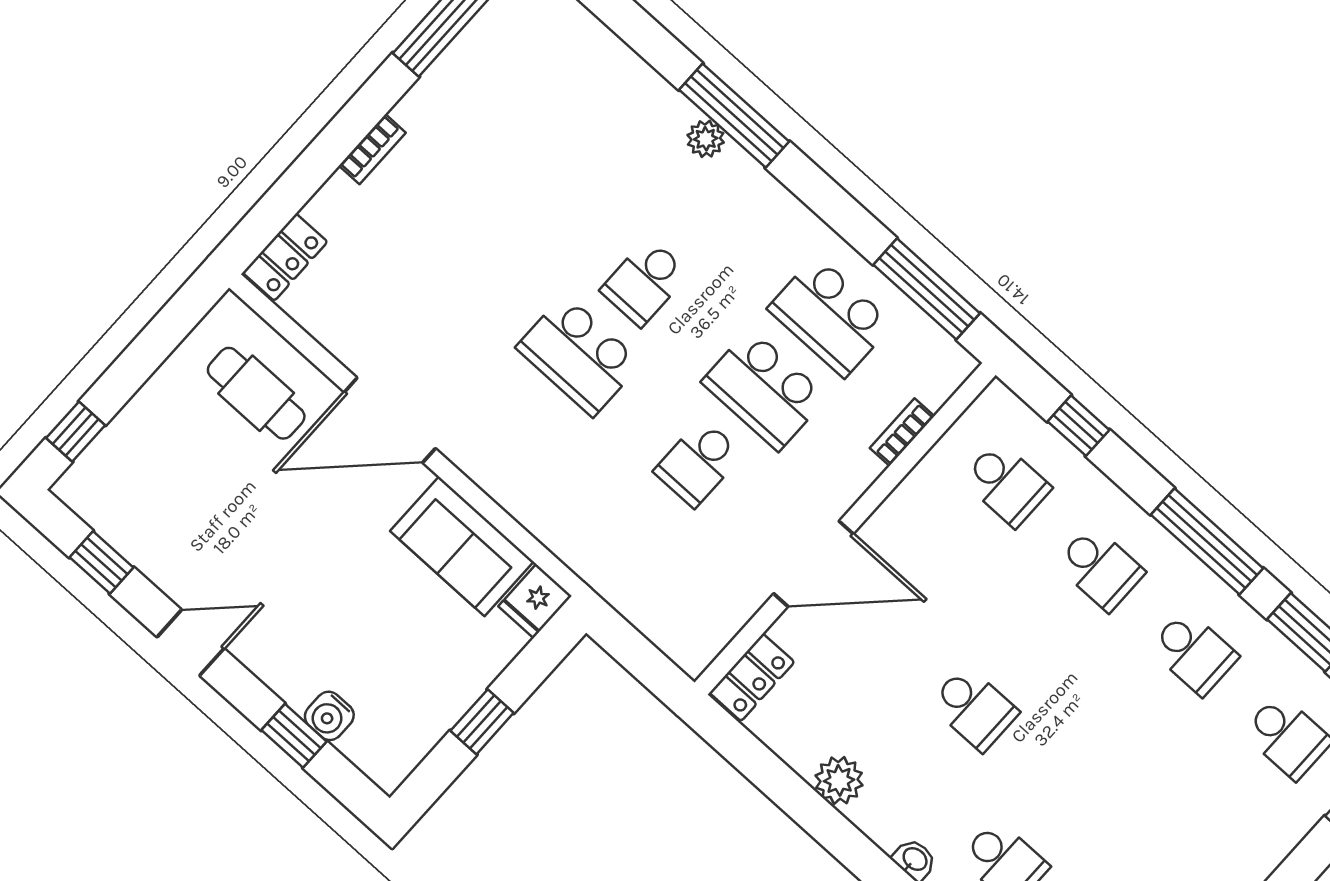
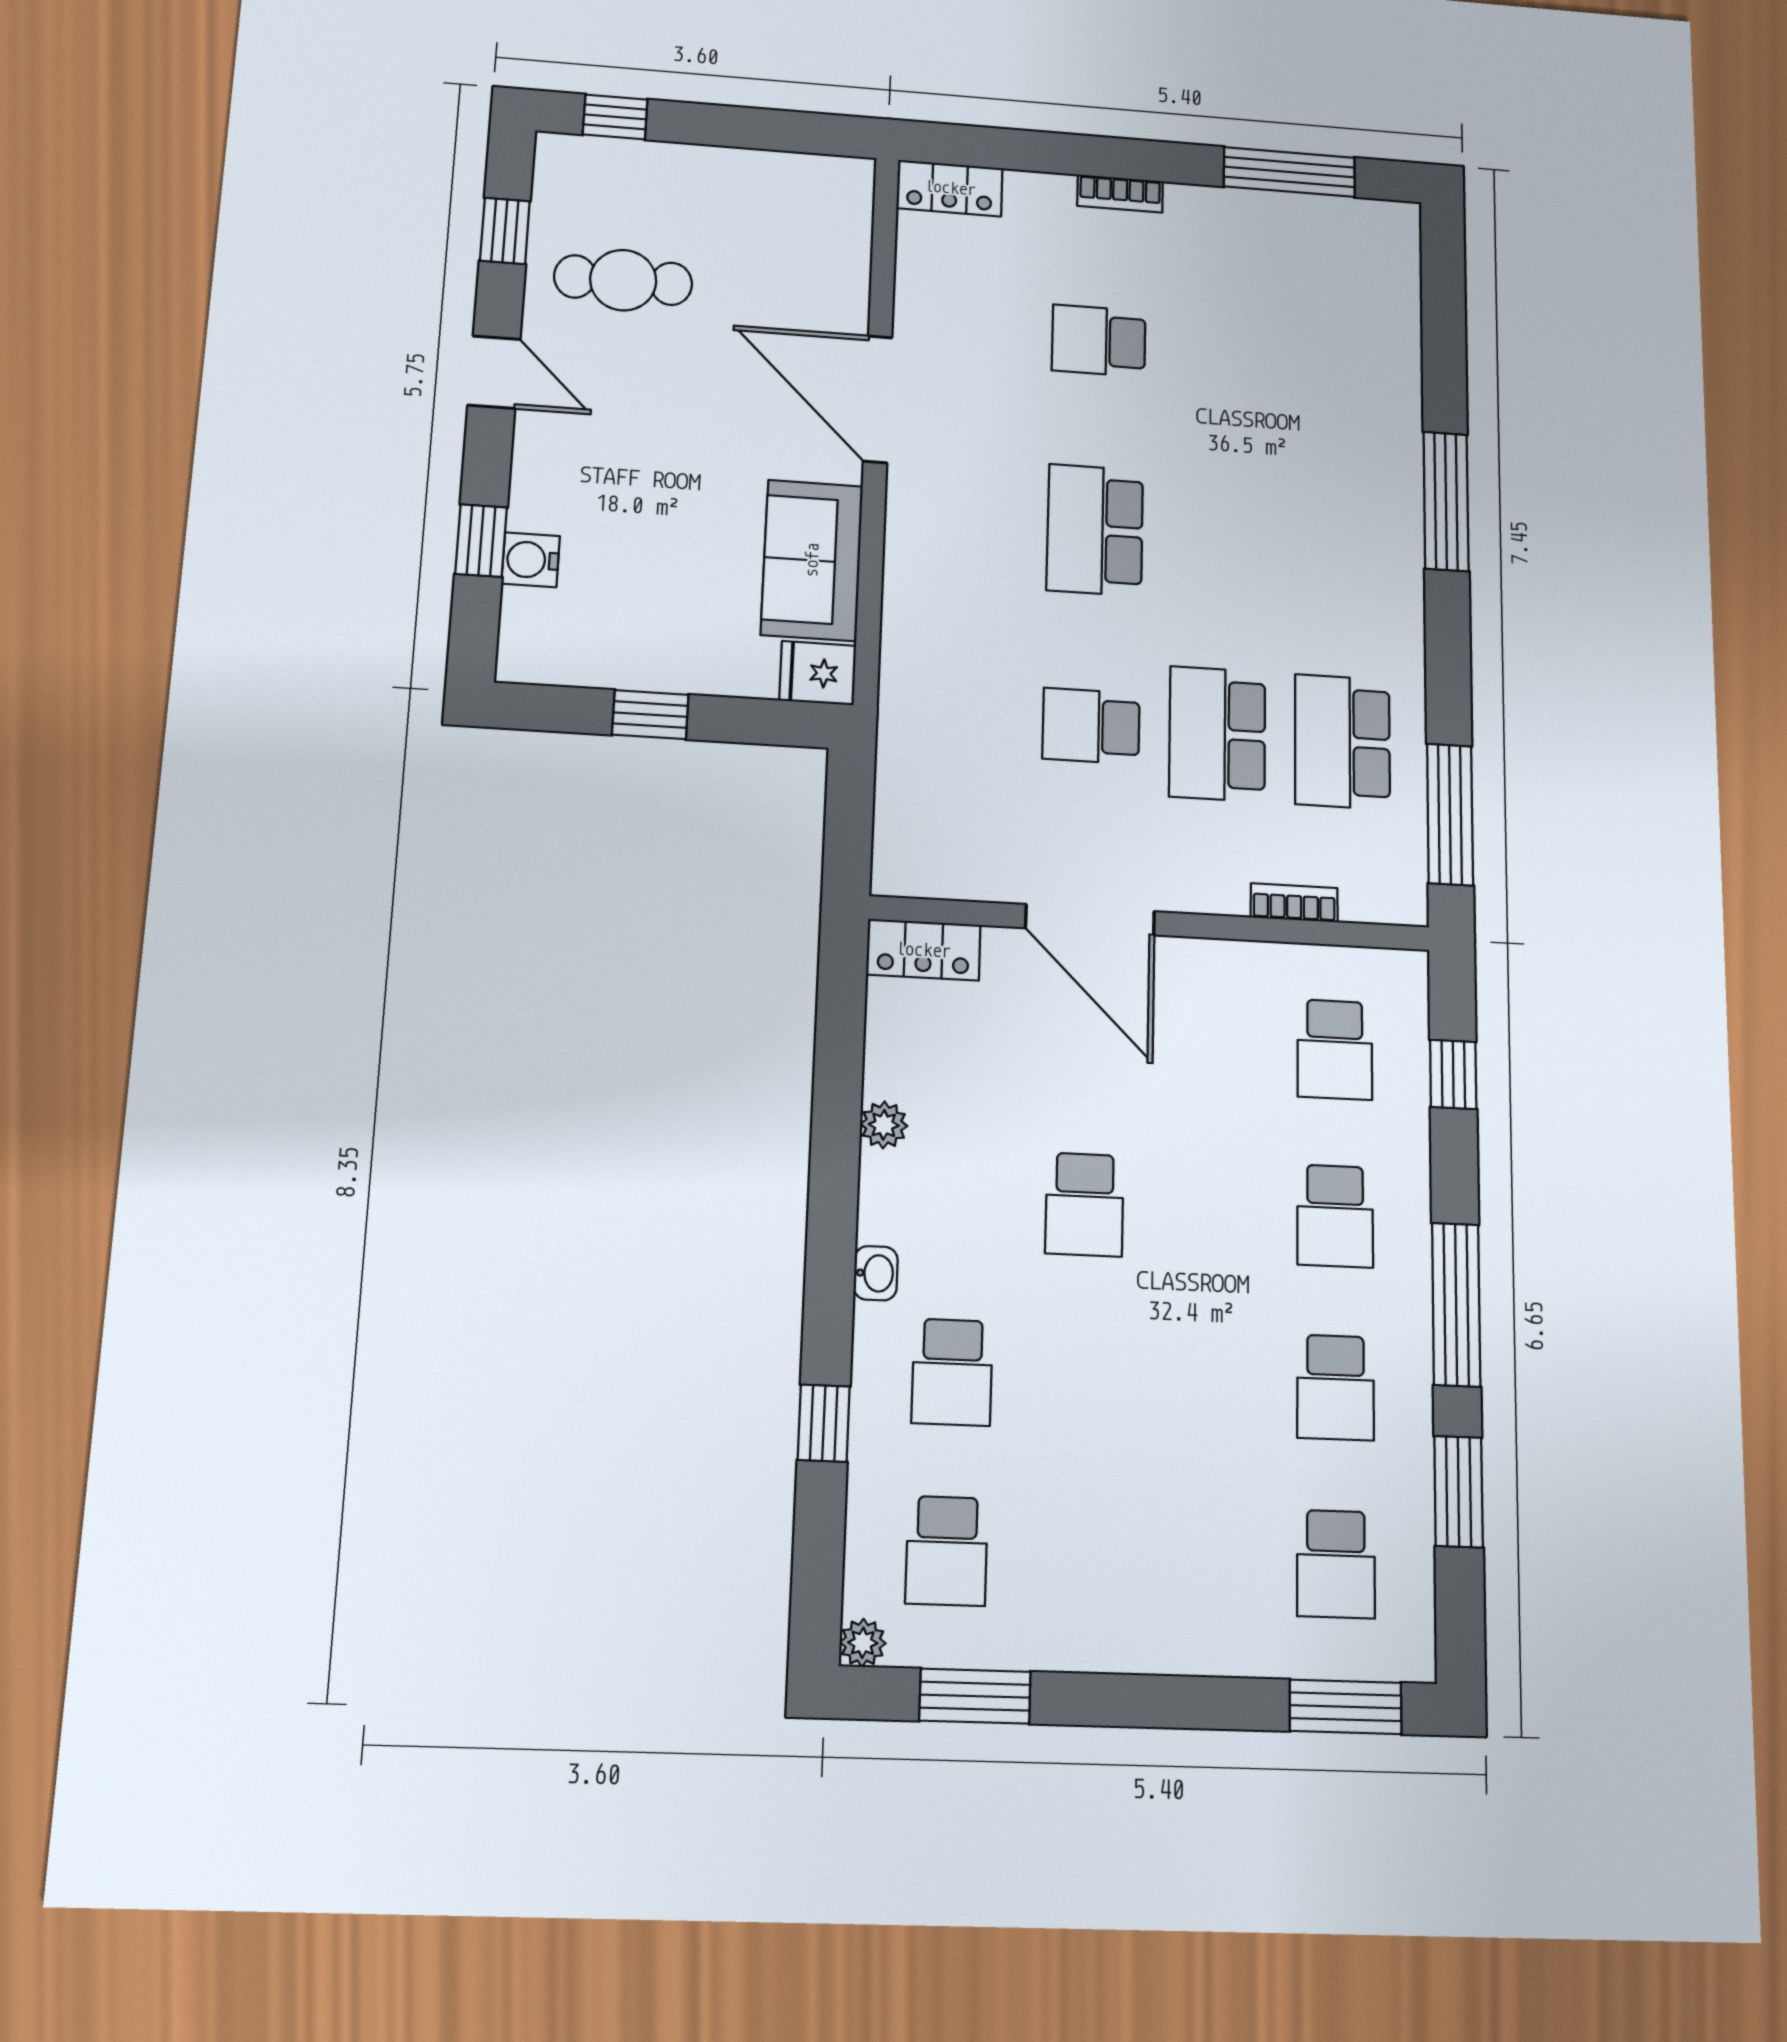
plant: (706, 139) -> (1401, 492), removed
school desk: (645, 282) -> (1099, 341), moved
cafe table: (256, 393) -> (623, 280), moved, turned 90
plant: (839, 780) -> (884, 1125), width x0.73, depth x0.73

